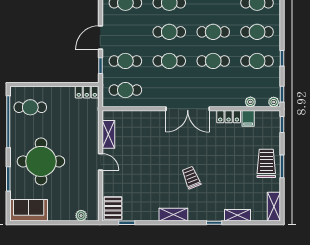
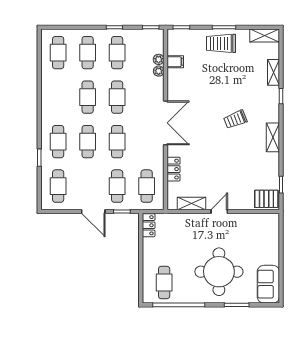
plant: (274, 102) -> (159, 71), moved
locker: (229, 117) -> (174, 169), moved
plant: (81, 216) -> (274, 231), removed

